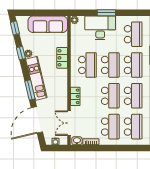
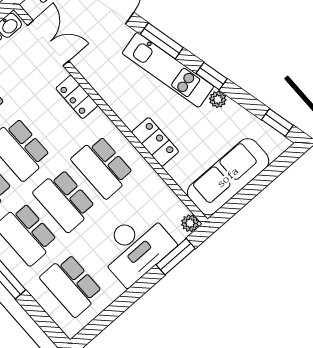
window: (106, 13) -> (176, 257), moved
window: (21, 53) -> (212, 76), moved

